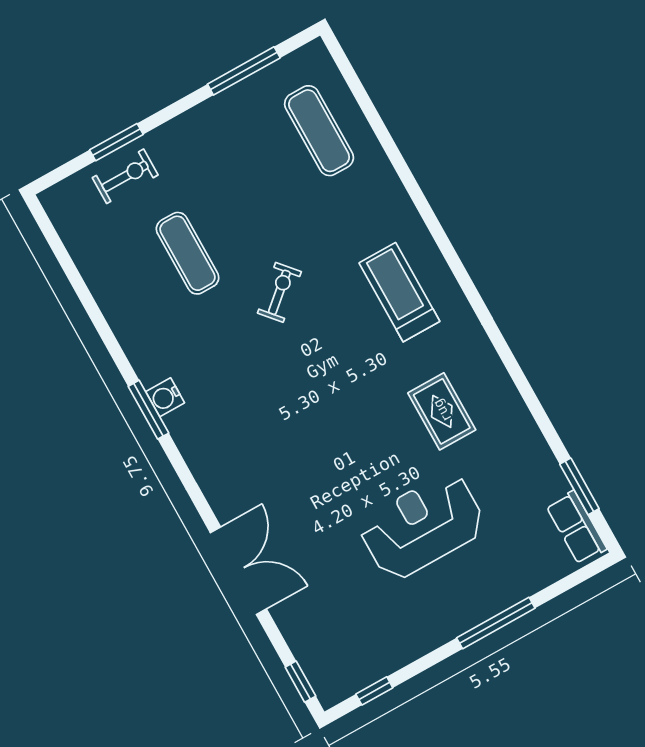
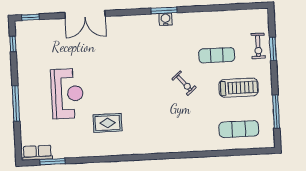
treadmill: (399, 292) -> (239, 88), moved

